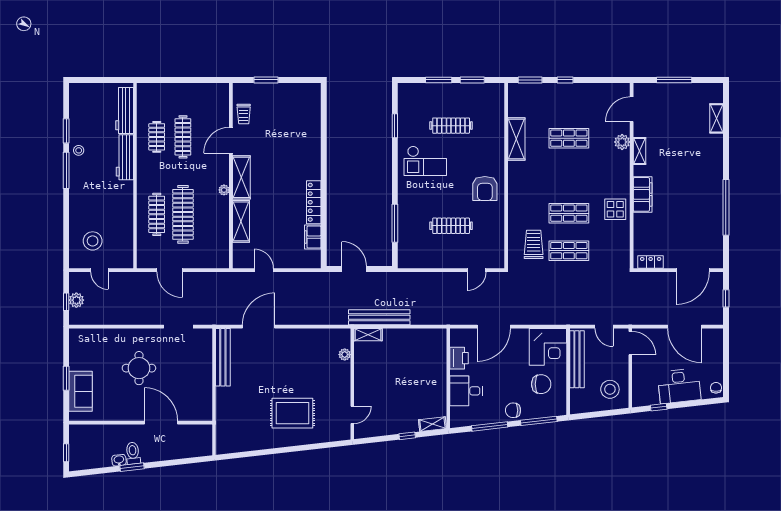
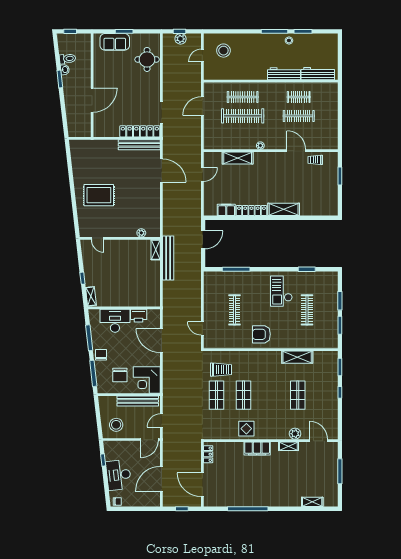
shelving: (241, 177) -> (284, 209), moved
locker: (204, 357) -> (140, 131), added
round table: (139, 368) -> (147, 59), moved
desk: (466, 391) -> (115, 321), width x1.37
rug: (292, 413) -> (99, 195), turned 90
toilet: (133, 453) -> (67, 59), moved

